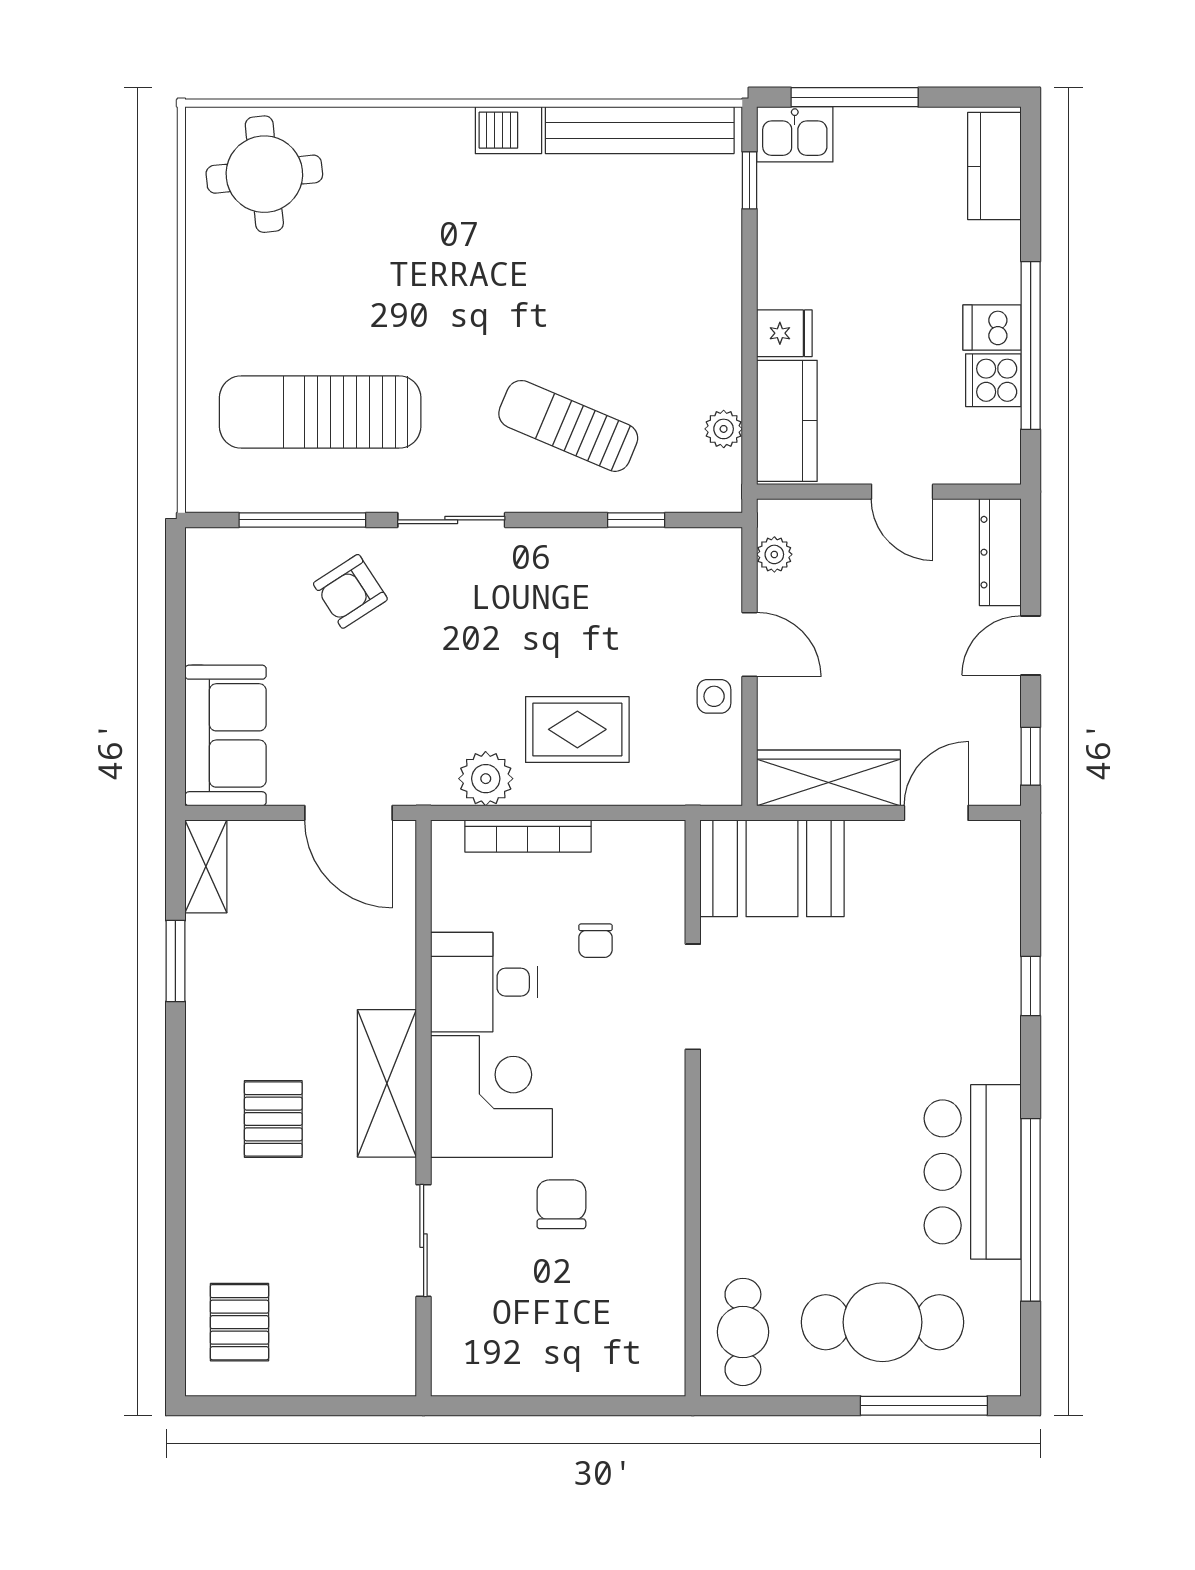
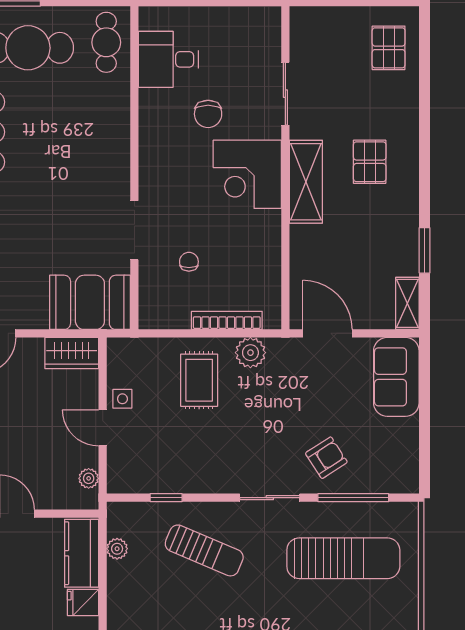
rug: (577, 729) -> (199, 380), turned 90
wardrobe: (829, 778) -> (72, 353), width x0.67
desk: (484, 982) -> (168, 59), moved, turned 180

